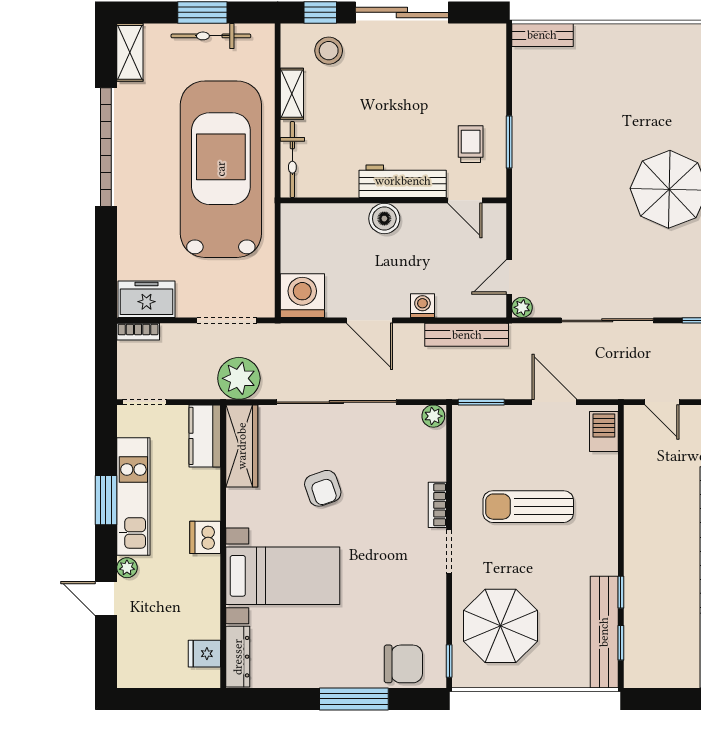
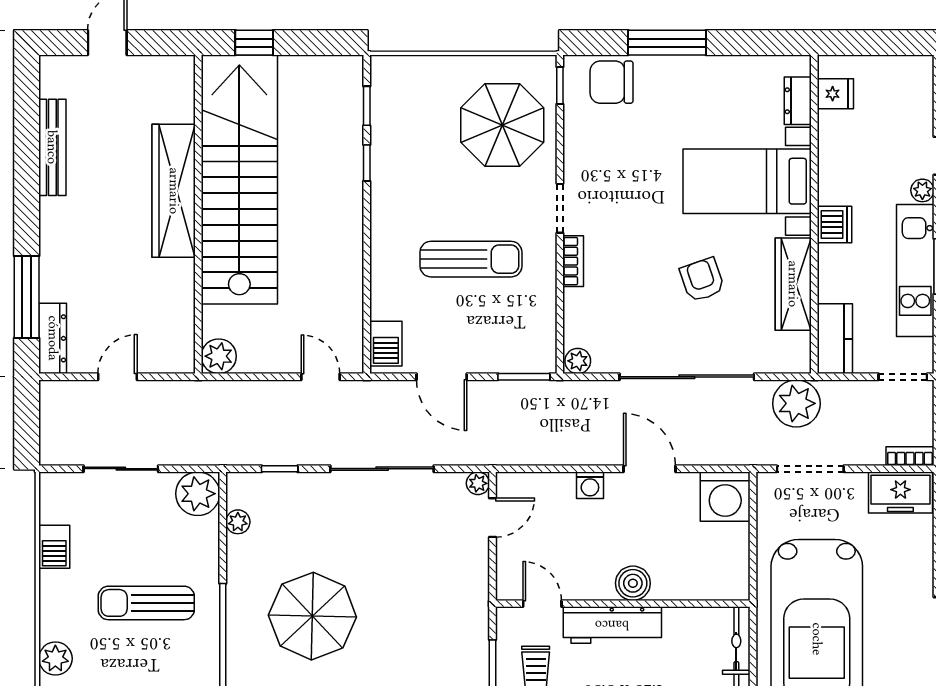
bench: (467, 335) -> (540, 452), removed
wardrobe: (242, 446) -> (793, 284), moved
bench: (604, 632) -> (386, 118), removed
dresser: (238, 657) -> (798, 101), width x0.70

